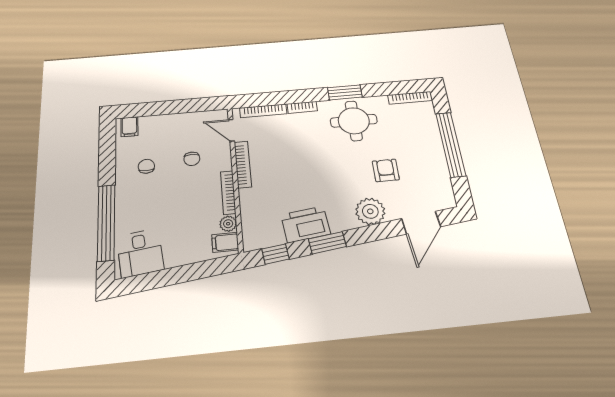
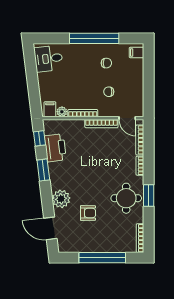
door: (231, 130) -> (127, 118), swing flipped
window: (106, 222) -> (94, 38), moved
printer: (306, 224) -> (55, 148), moved

